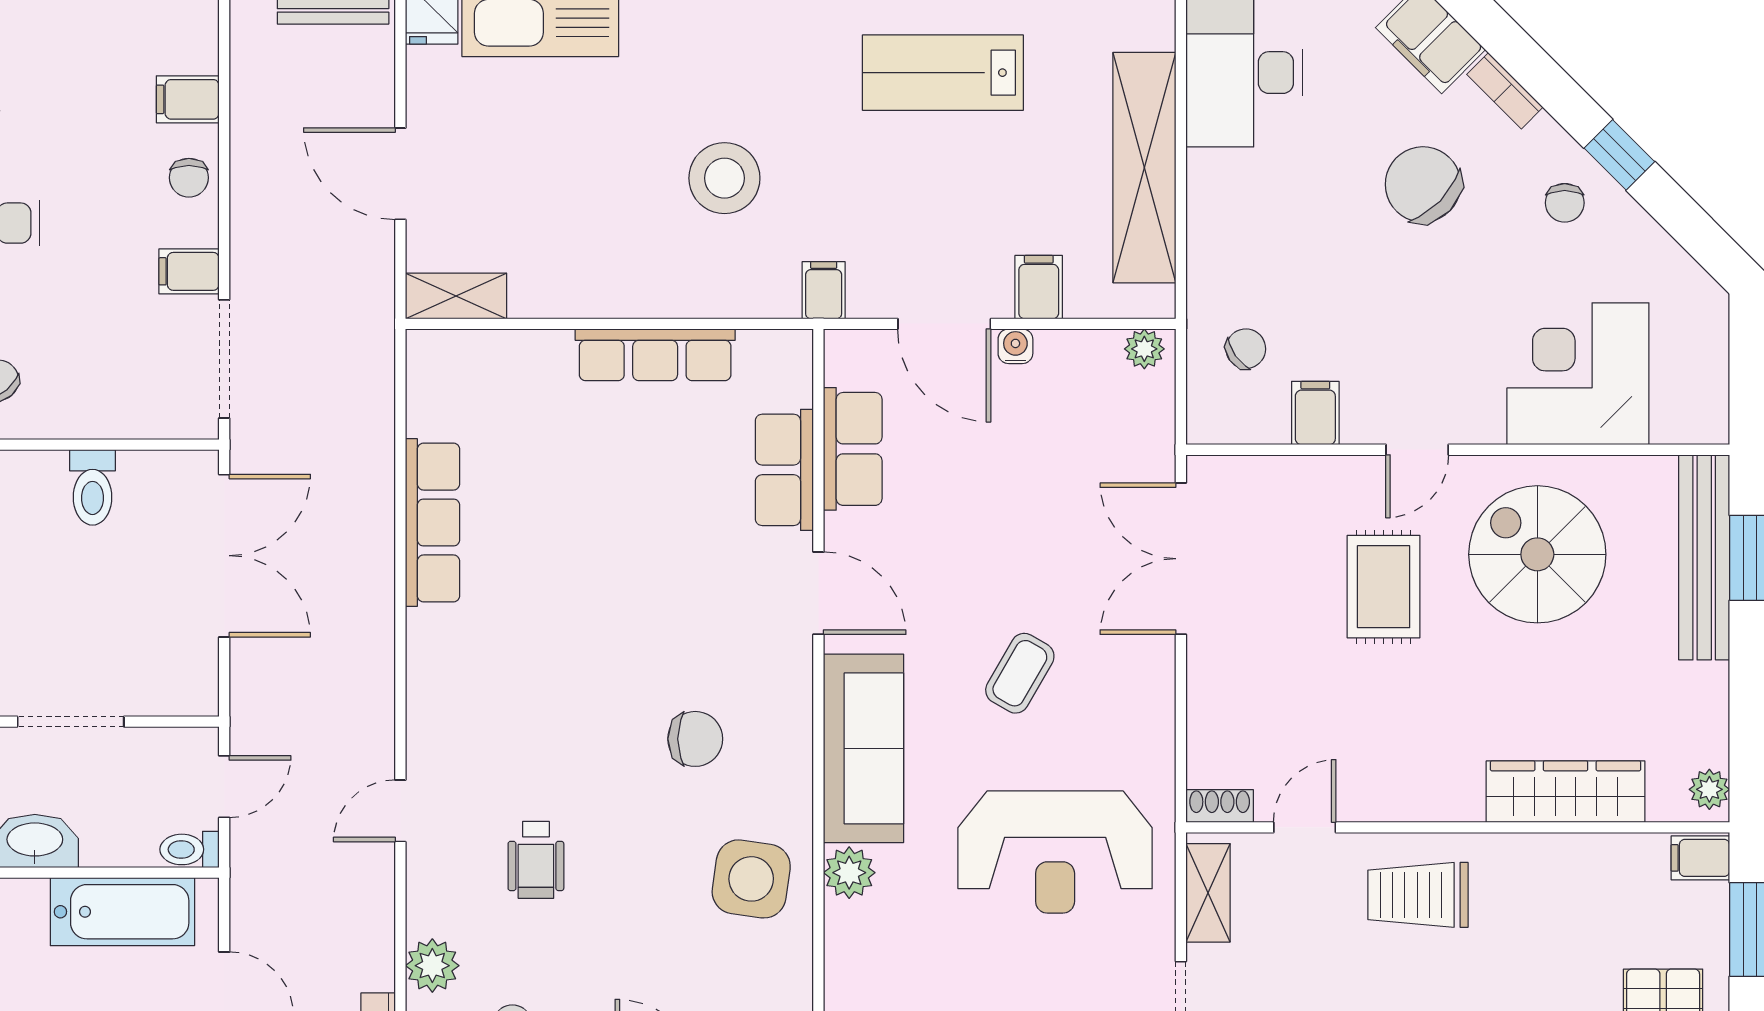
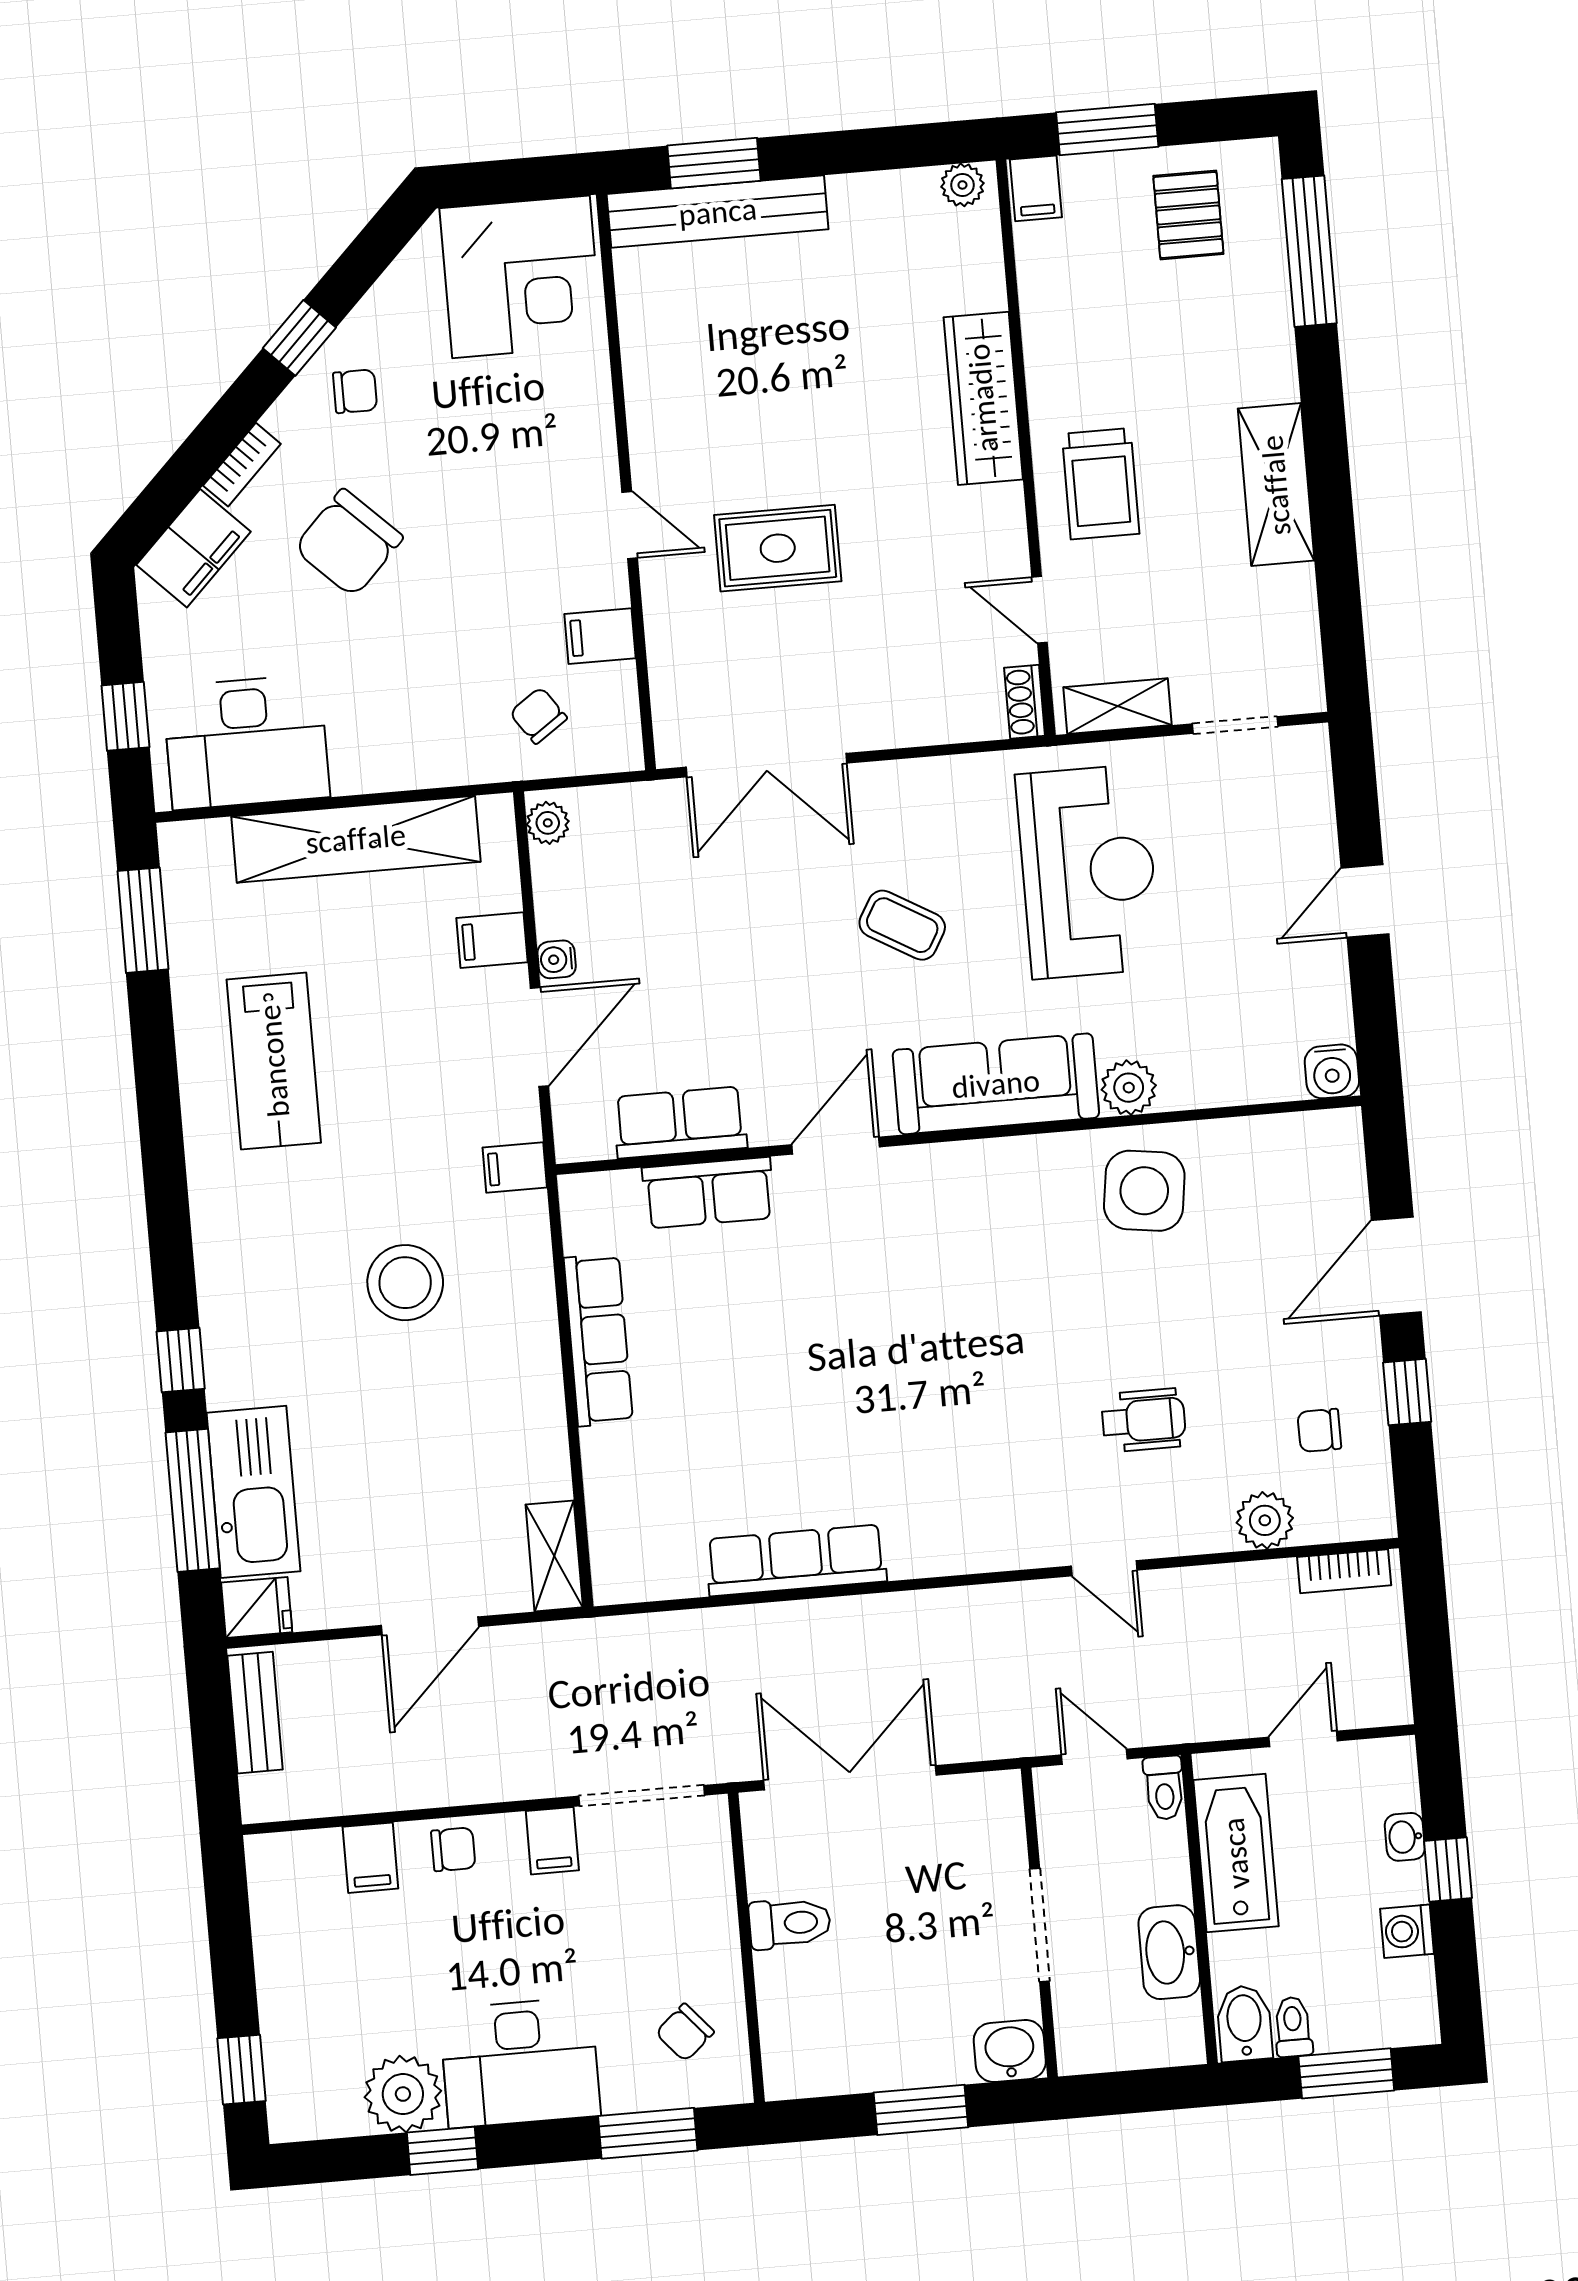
corner desk: (1578, 374) -> (521, 277), moved, turned -90
spiral stairs: (1537, 554) -> (729, 388), removed
chair: (695, 739) -> (1001, 1263), removed
wardrobe: (1566, 792) -> (983, 398), moved

